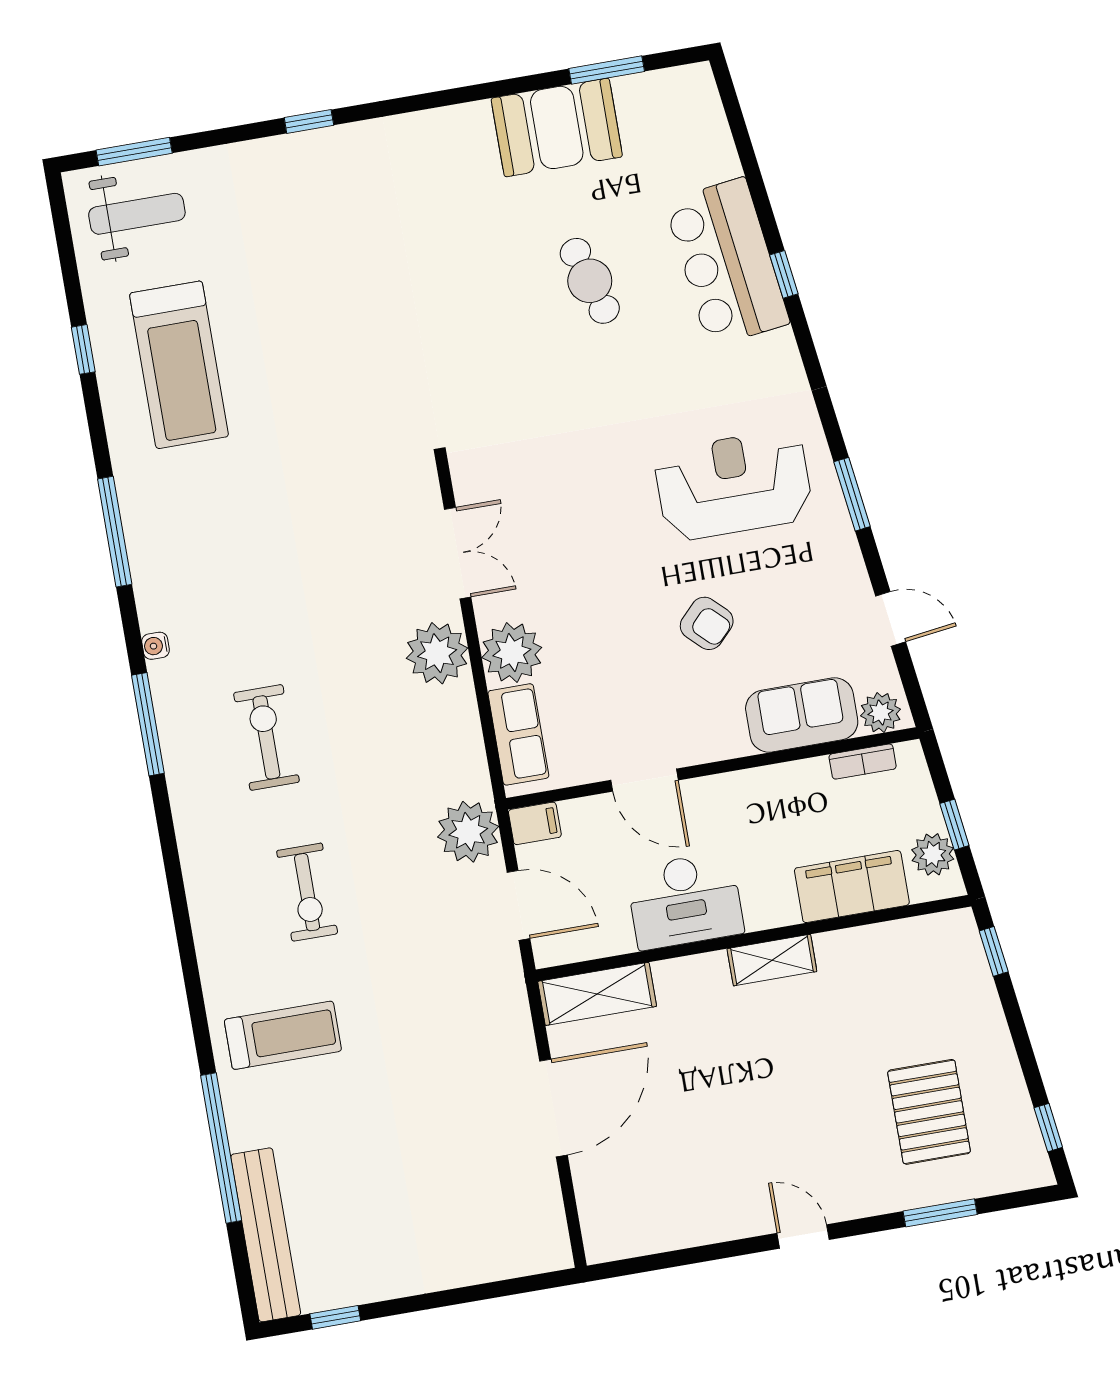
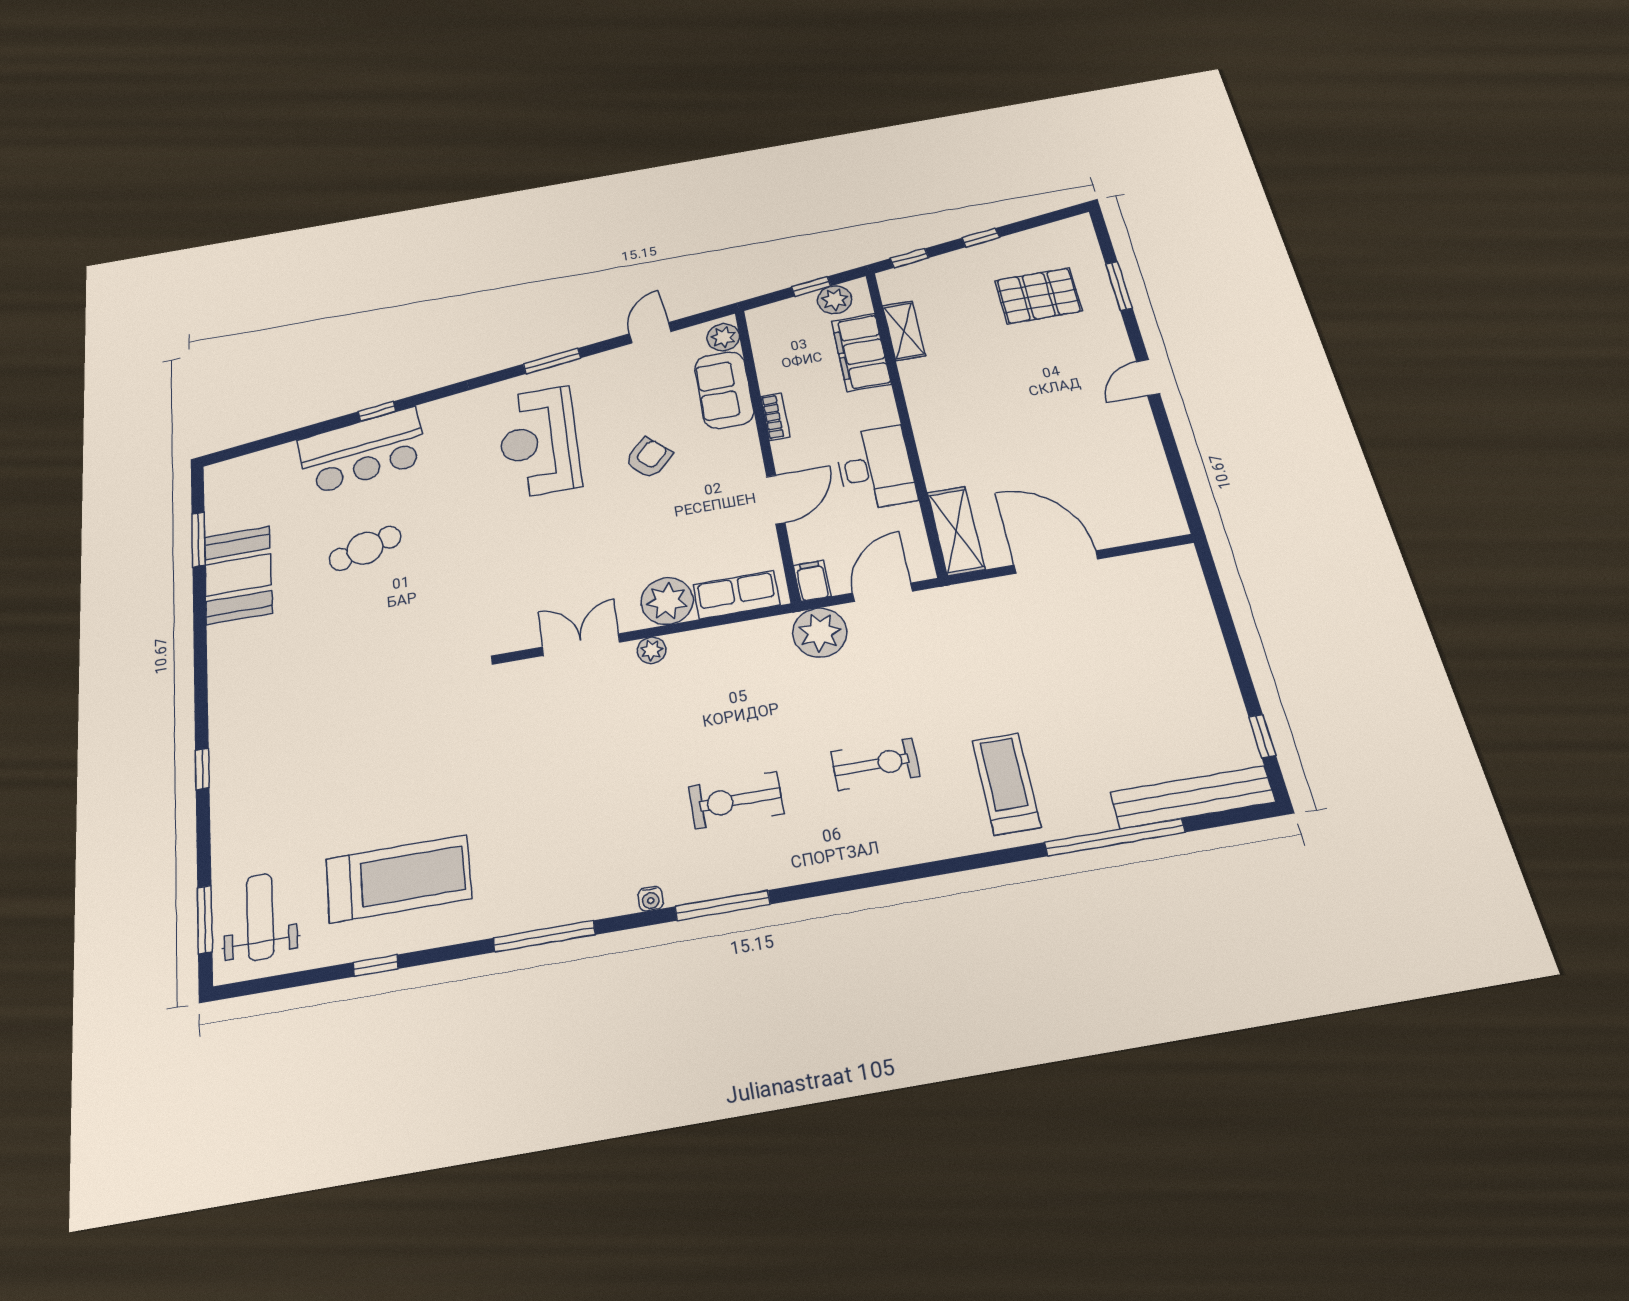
plant: (437, 653) -> (652, 650), width x0.53, depth x0.53
bookcase: (863, 762) -> (775, 417), moved
shelving: (772, 960) -> (904, 331), moved
window: (1048, 1128) -> (981, 238), moved

